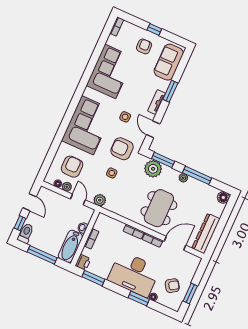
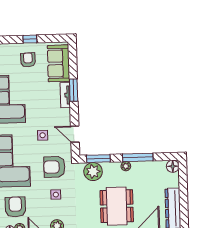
tv unit: (157, 102) -> (65, 95), moved

